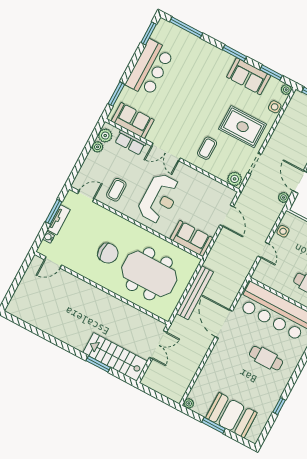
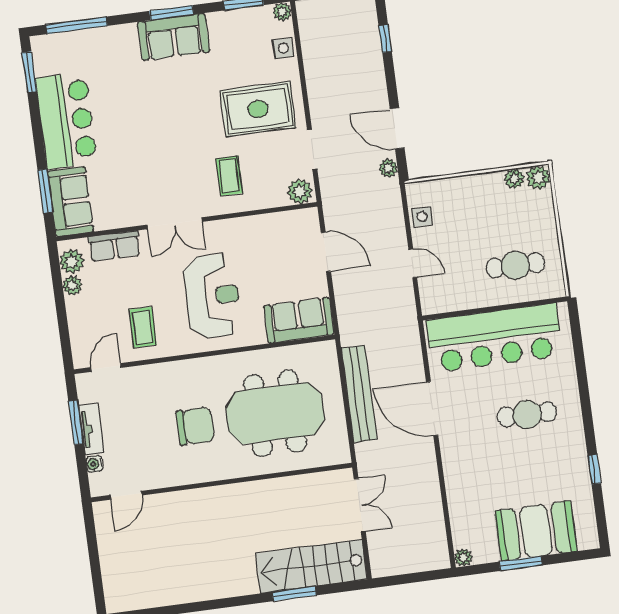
sofa: (249, 76) -> (174, 37), moved
sofa: (133, 121) -> (71, 201), moved, turned 90

